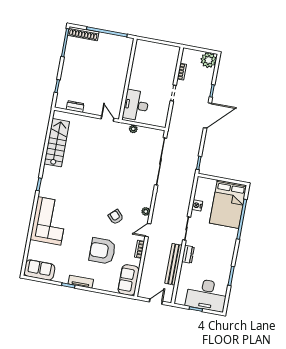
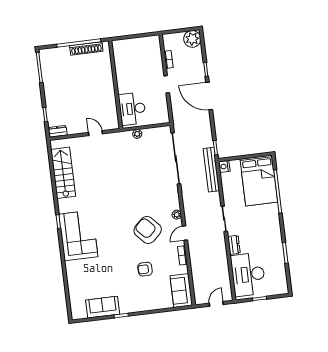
shoe rack: (83, 34) -> (86, 48), moved
dresser: (75, 107) -> (58, 131), moved
door: (208, 115) -> (209, 96), swing flipped
door: (107, 119) -> (95, 133), moved
nightstand: (197, 205) -> (224, 166), moved
armchair: (116, 217) -> (148, 230), width x1.88, depth x1.88
corner sofa: (49, 221) -> (78, 235), moved
armchair: (102, 251) -> (145, 269), width x0.53, depth x0.53
bench: (174, 264) -> (211, 170), moved
sofa: (39, 270) -> (103, 307), moved
tv unit: (81, 282) -> (133, 308), removed
desk: (207, 295) -> (248, 274), moved, turned 90

